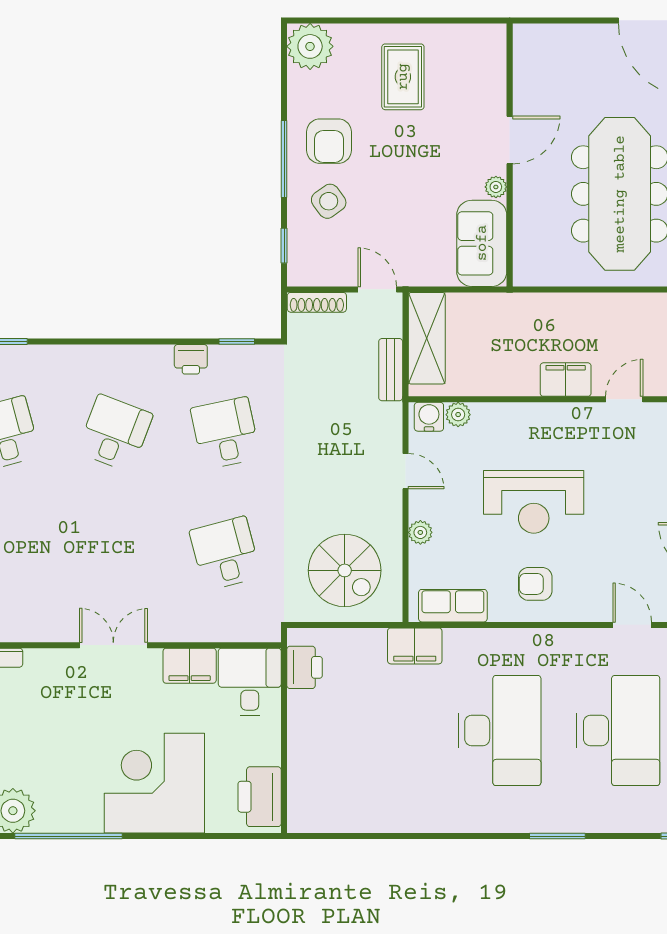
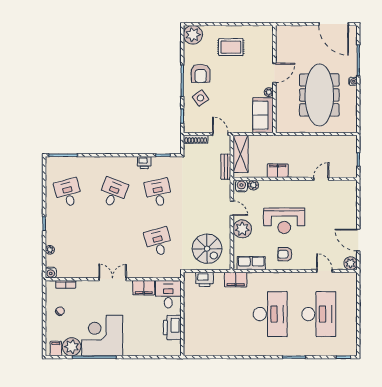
rug: (403, 77) -> (231, 47), turned 90
filing cabinet: (566, 380) -> (278, 171), moved
plant: (420, 532) -> (242, 229), width x1.87, depth x1.87
printer: (305, 667) -> (205, 279), moved, turned 90
corner desk: (154, 783) -> (102, 336), moved
printer: (260, 797) -> (172, 327), moved

